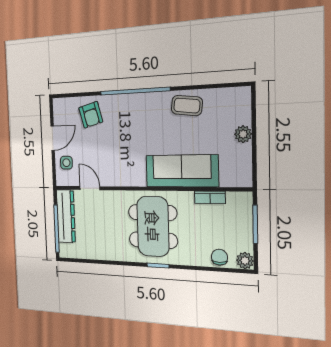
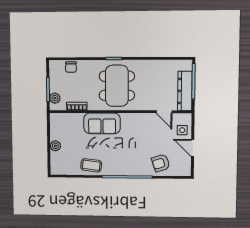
armchair: (91, 115) -> (161, 163), turned -93
door: (53, 138) -> (193, 148), hinge flipped
sofa: (182, 171) -> (102, 123), width x0.73
plant: (245, 261) -> (55, 98), moved

